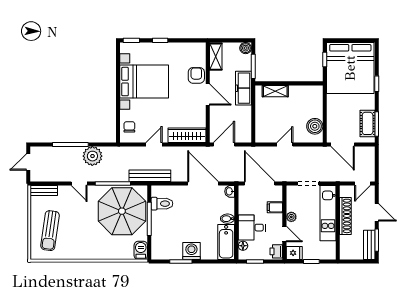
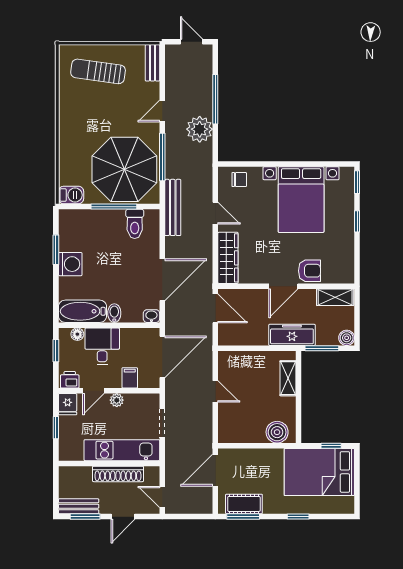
bed: (350, 68) -> (319, 472), width x0.73
boiler: (315, 126) -> (277, 432), moved

